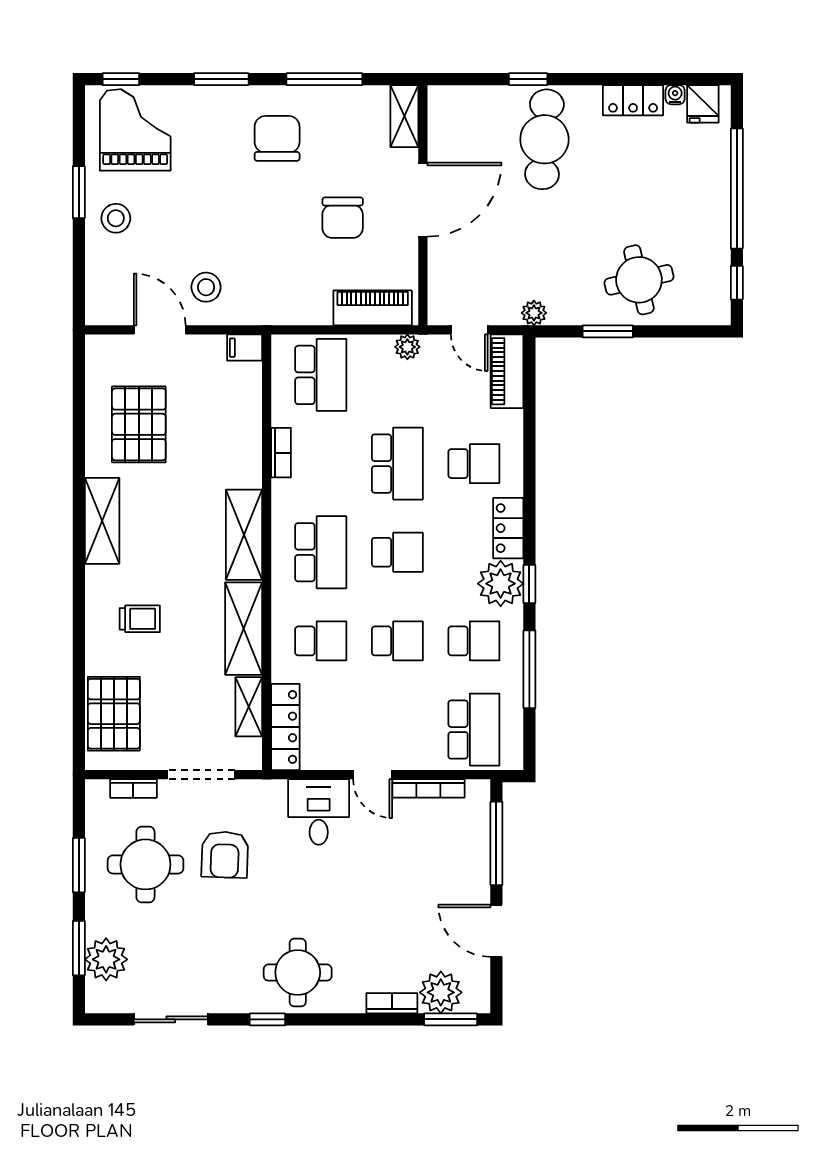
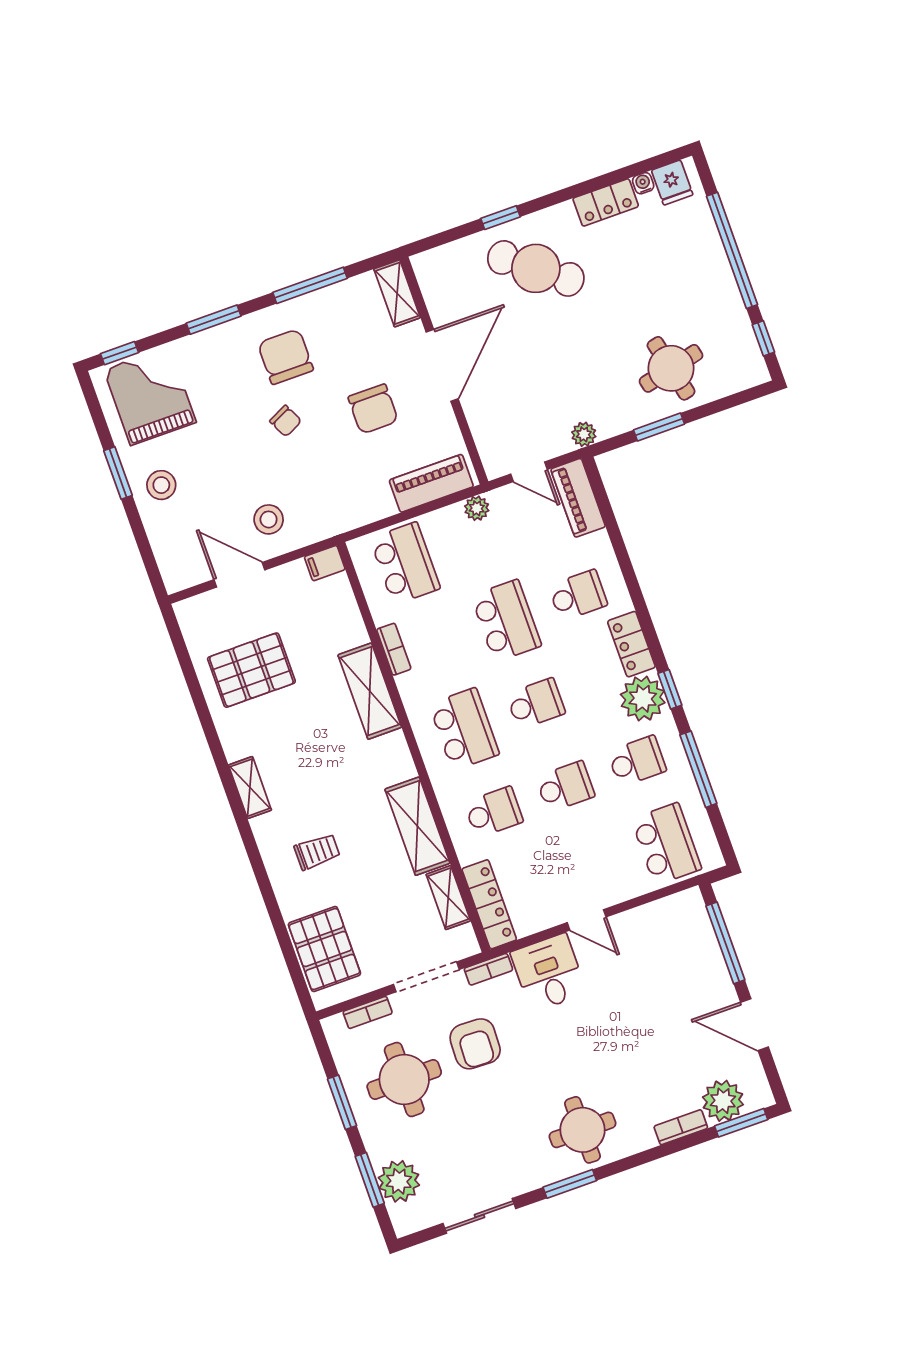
cafe table: (544, 139) -> (536, 268), turned -56
chair: (255, 199) -> (286, 421), added
pallet: (139, 424) -> (251, 670), turned 90
shelving: (102, 521) -> (250, 788), width x0.67, depth x0.75
shelving: (244, 535) -> (370, 691), moved
bookcase: (428, 788) -> (488, 969), moved, width x0.64
window: (267, 1019) -> (570, 1184), width x1.50

